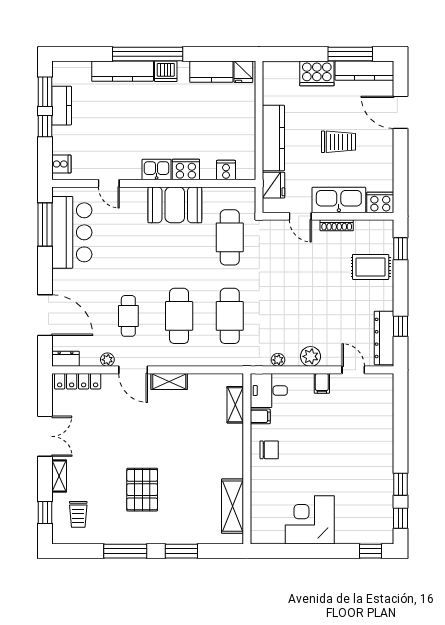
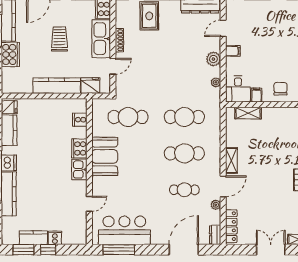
cooker: (61, 164) -> (55, 238), moved

